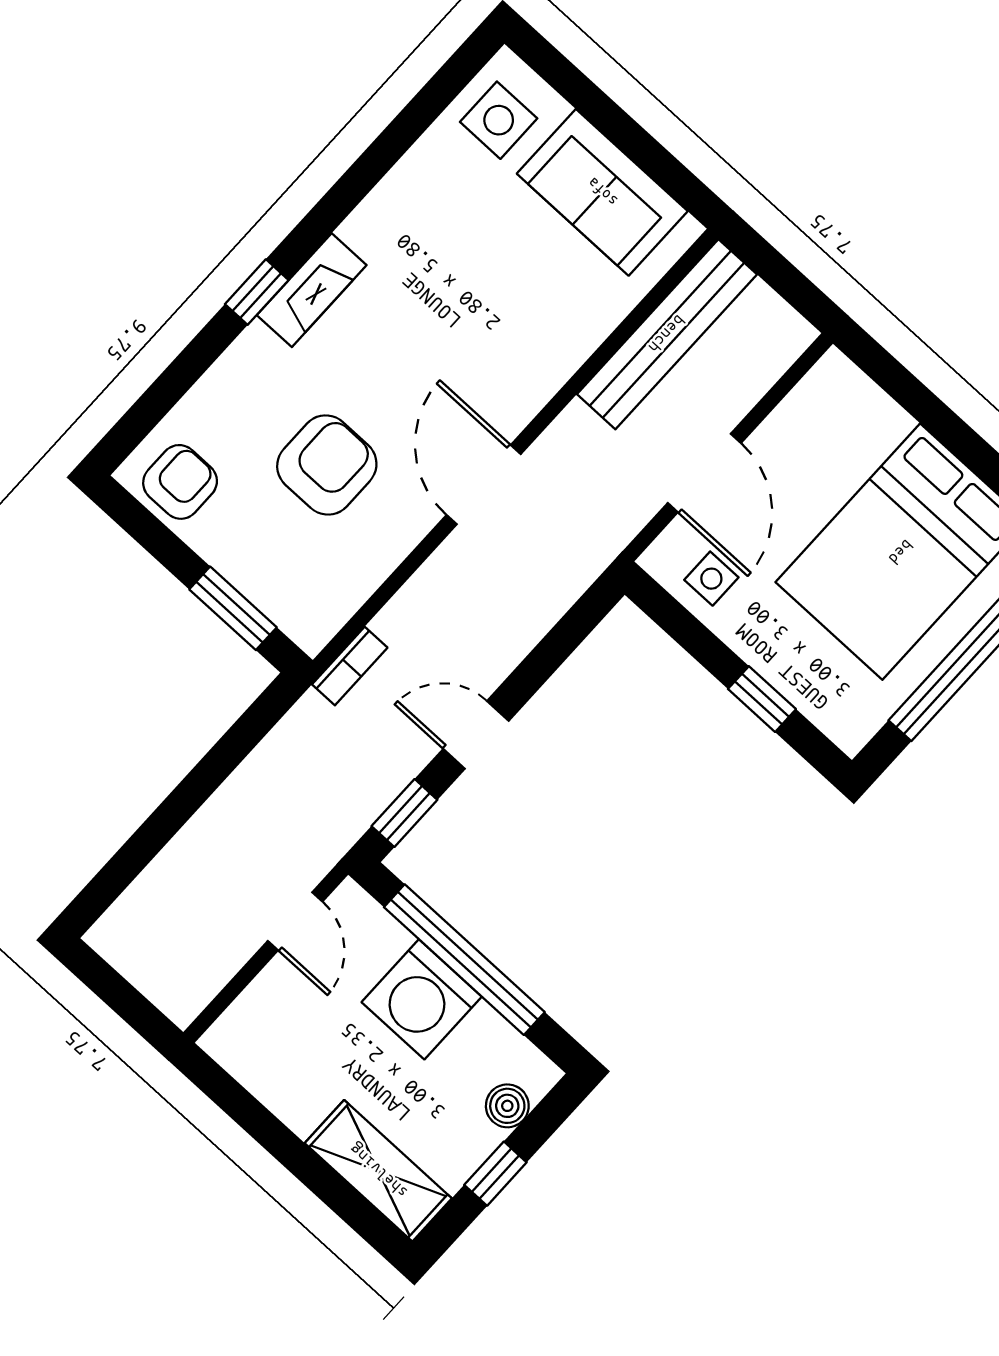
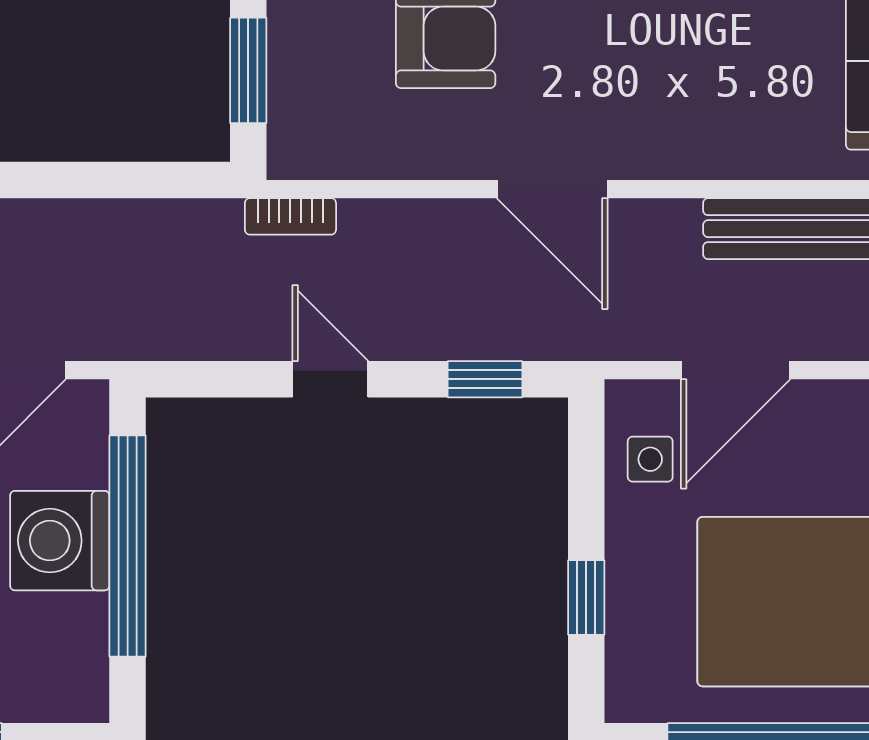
door: (484, 485) -> (552, 189), swing flipped
window: (404, 813) -> (485, 379), moved
boiler: (507, 1106) -> (35, 698), removed

